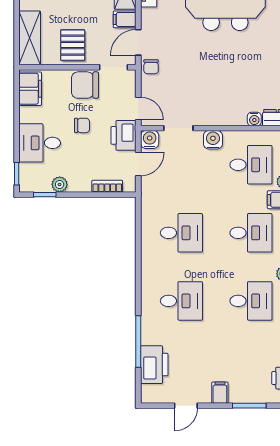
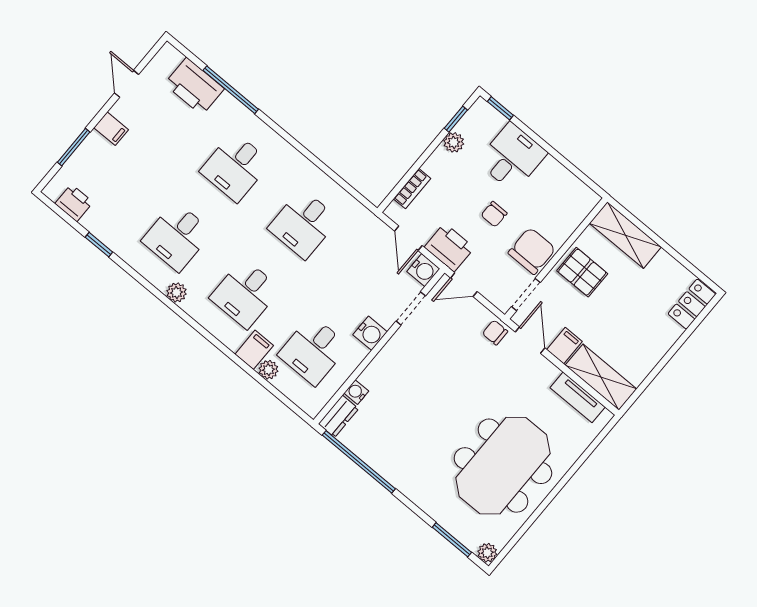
filing cabinet: (30, 89) -> (574, 193), removed

